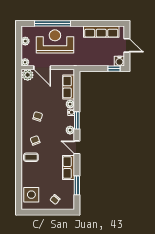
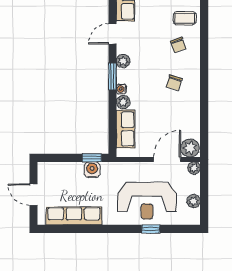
window: (52, 23) -> (151, 229), width x0.32
water cooler: (119, 61) -> (92, 170), moved
door: (42, 68) -> (167, 159), hinge flipped
window: (114, 69) -> (92, 158), moved
door: (77, 147) -> (112, 34), swing flipped

